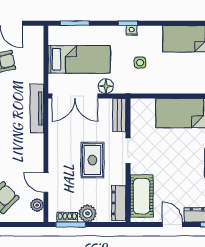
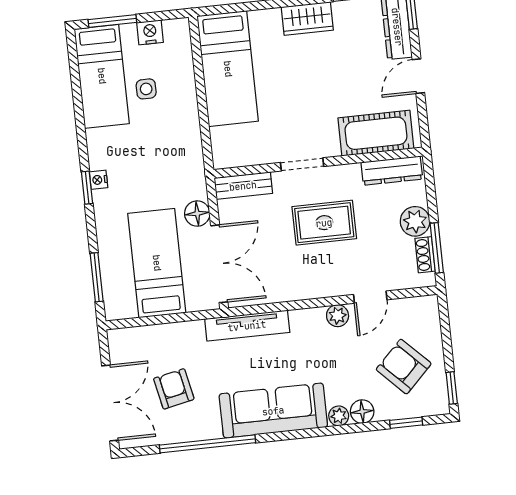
side table: (140, 63) -> (146, 89), moved
plant: (37, 205) -> (338, 316), moved

